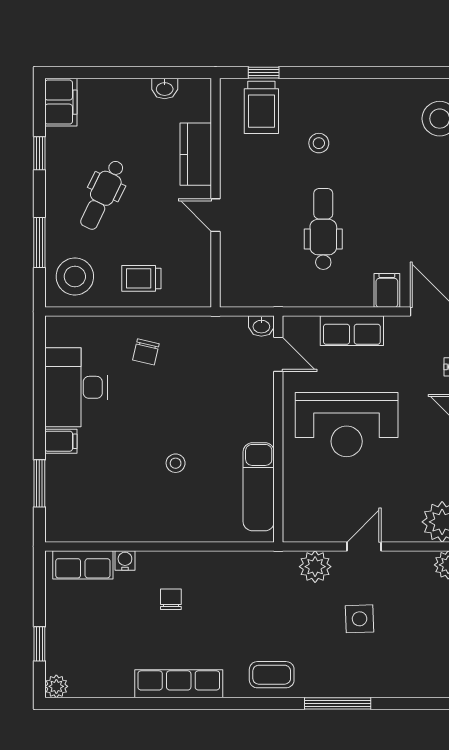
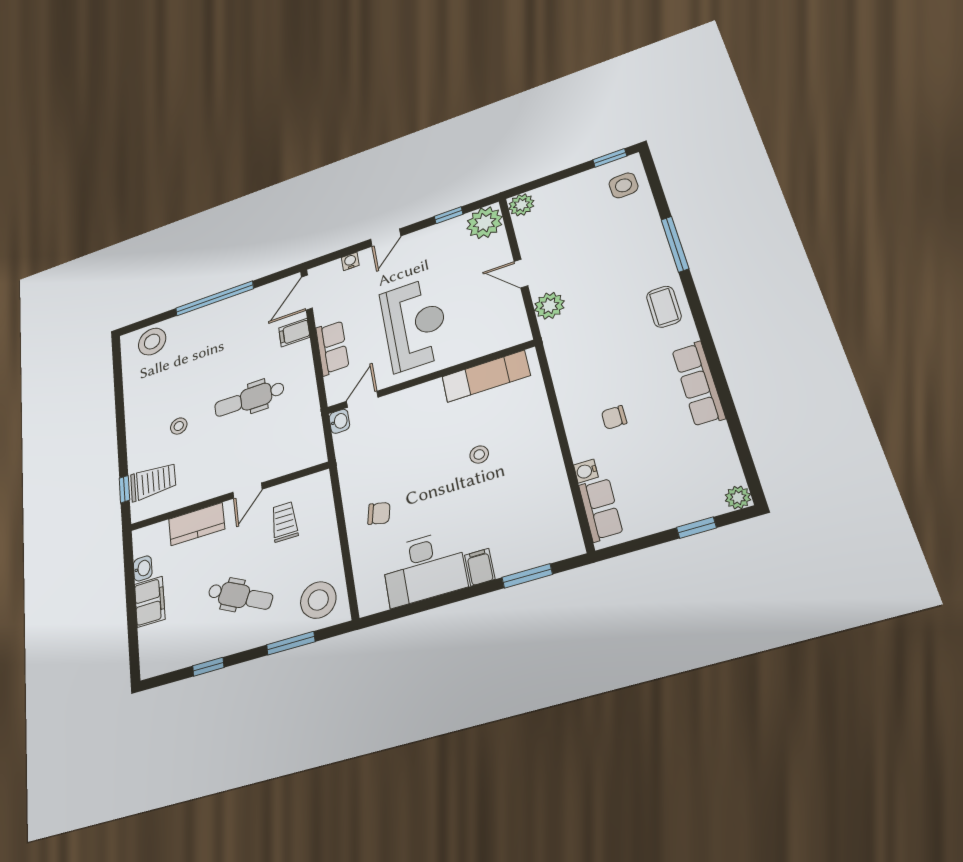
filing cabinet: (61, 102) -> (150, 602), moved, turned 90
trolley: (141, 278) -> (284, 522), moved, turned 180
side table: (360, 619) -> (623, 185), moved

